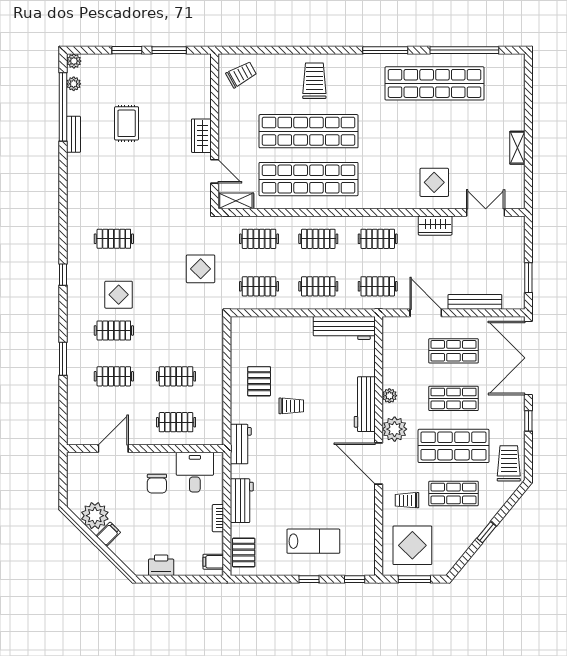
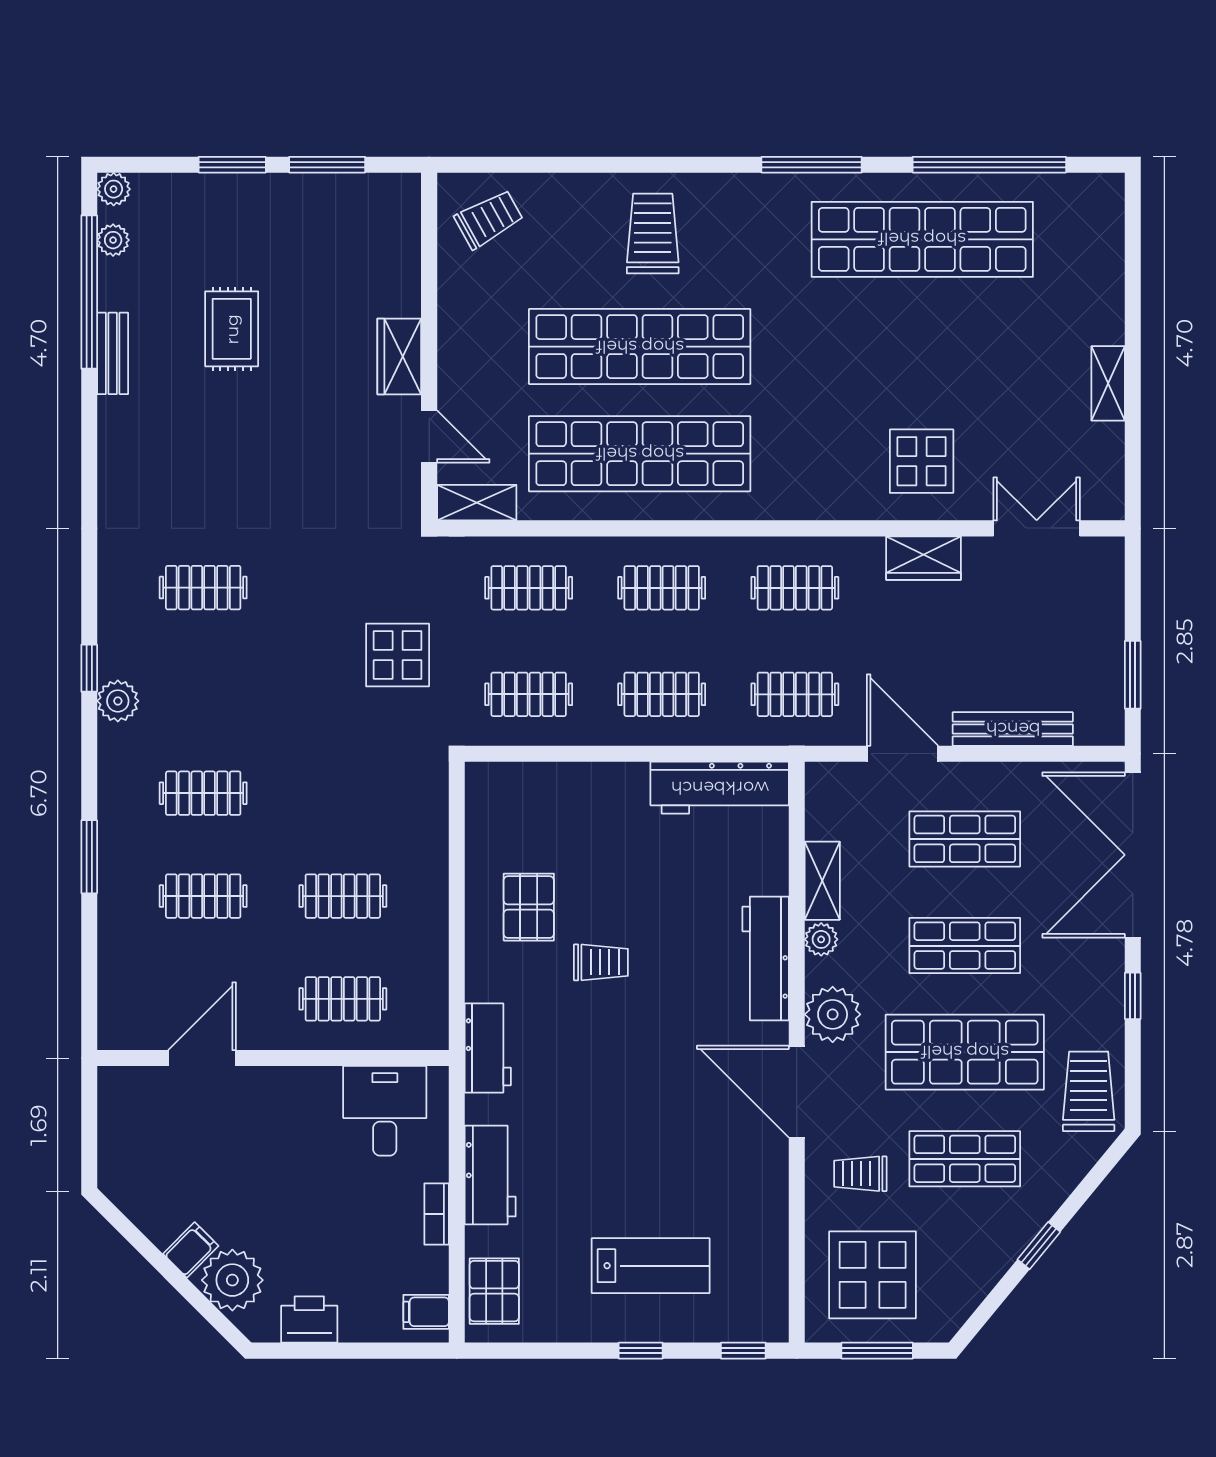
plant: (76, 289) -> (118, 701), added
display table: (119, 295) -> (214, 713), removed
shelving: (390, 369) -> (822, 881), added
chair: (157, 484) -> (300, 1137), removed
plant: (95, 516) -> (232, 1280), moved

